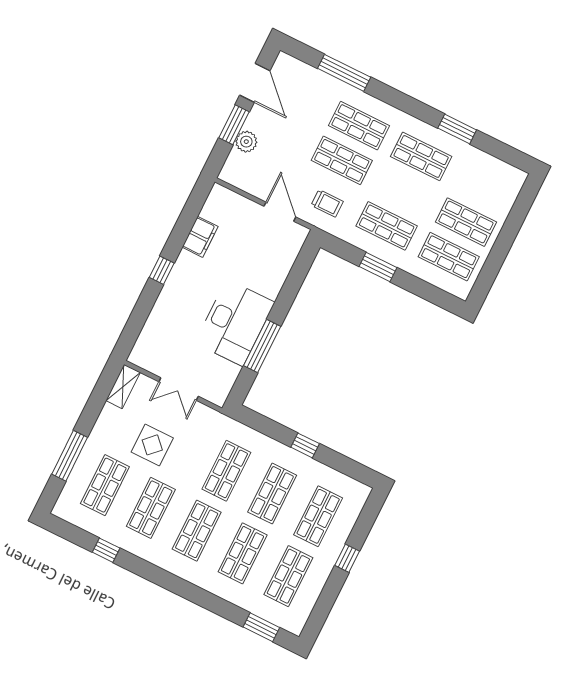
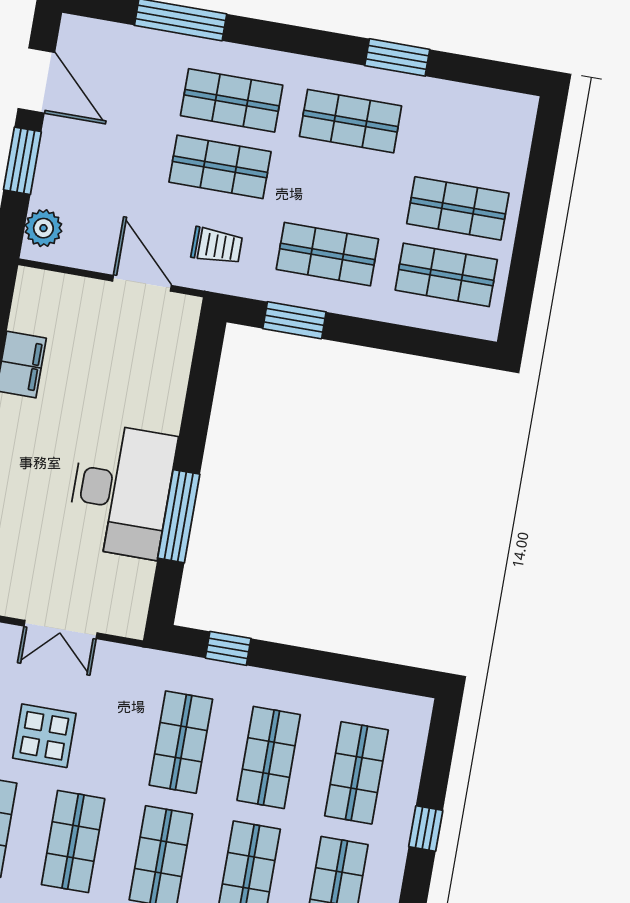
plant: (246, 142) -> (43, 228), moved
window: (378, 267) -> (294, 320), moved
window: (305, 445) -> (228, 648), moved

